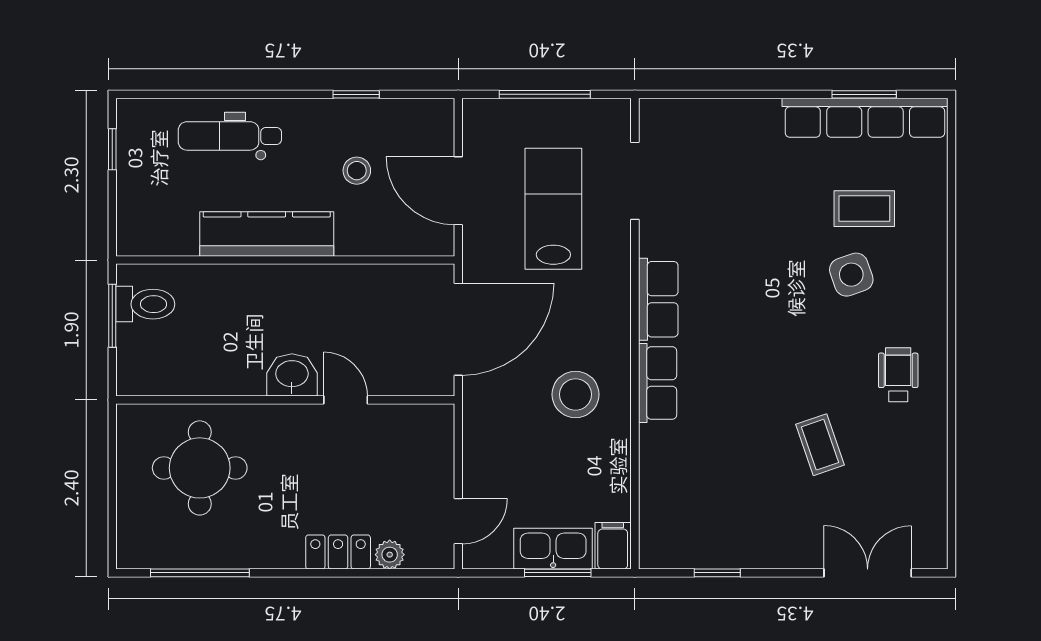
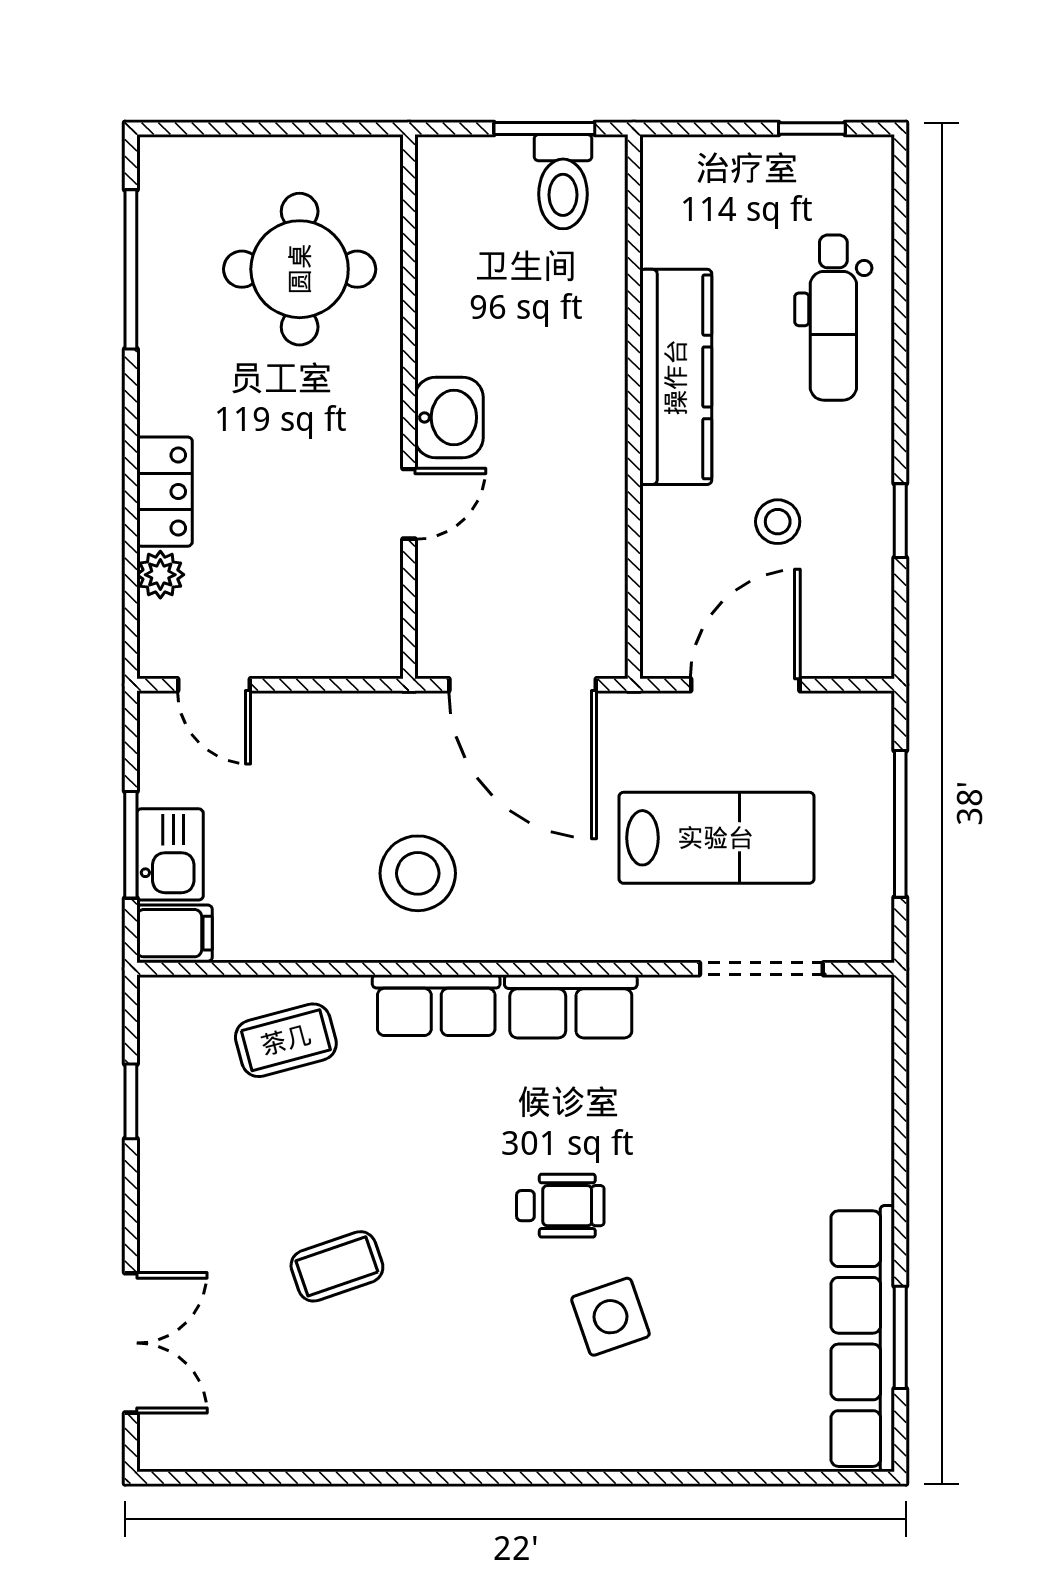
dental chair: (230, 136) -> (833, 318), turned 180
coffee table: (864, 209) -> (286, 1040), moved, turned 75
wheelchair: (898, 375) -> (560, 1206), moved
kitchen sink: (553, 549) -> (170, 854), width x0.73

